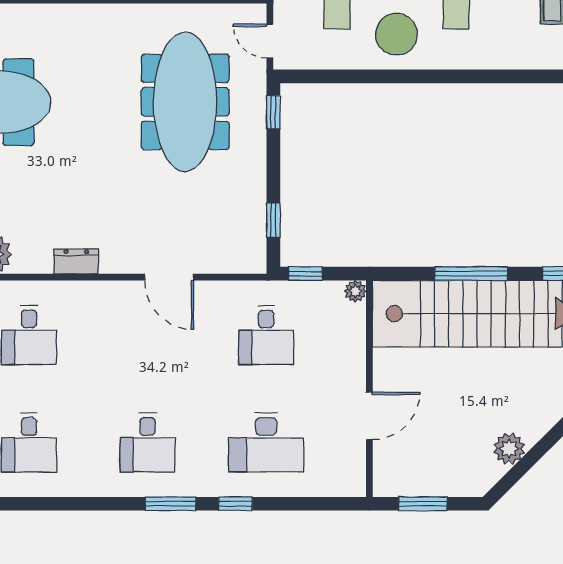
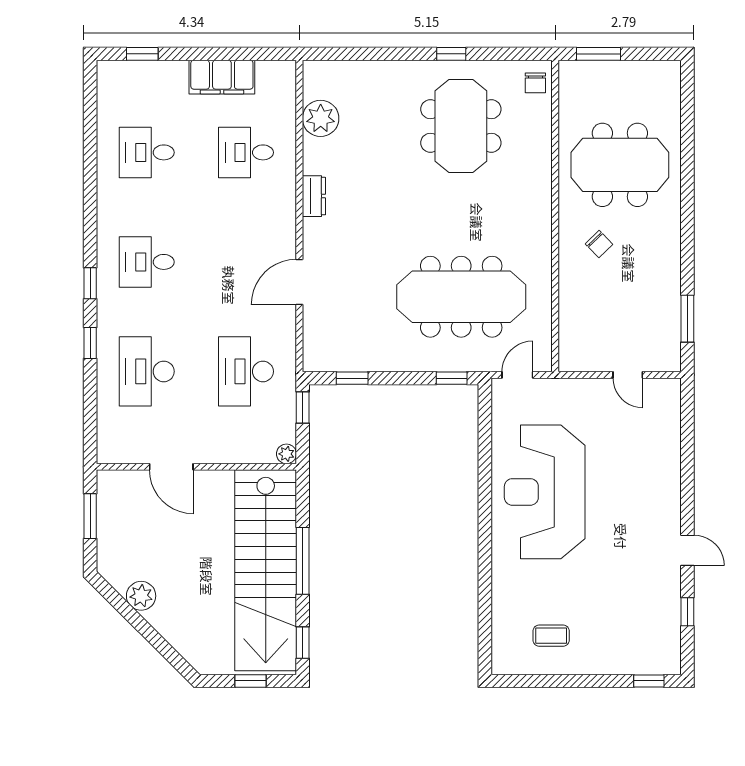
desk: (266, 335) -> (246, 371), width x1.37
window: (171, 504) -> (90, 283), width x0.67

